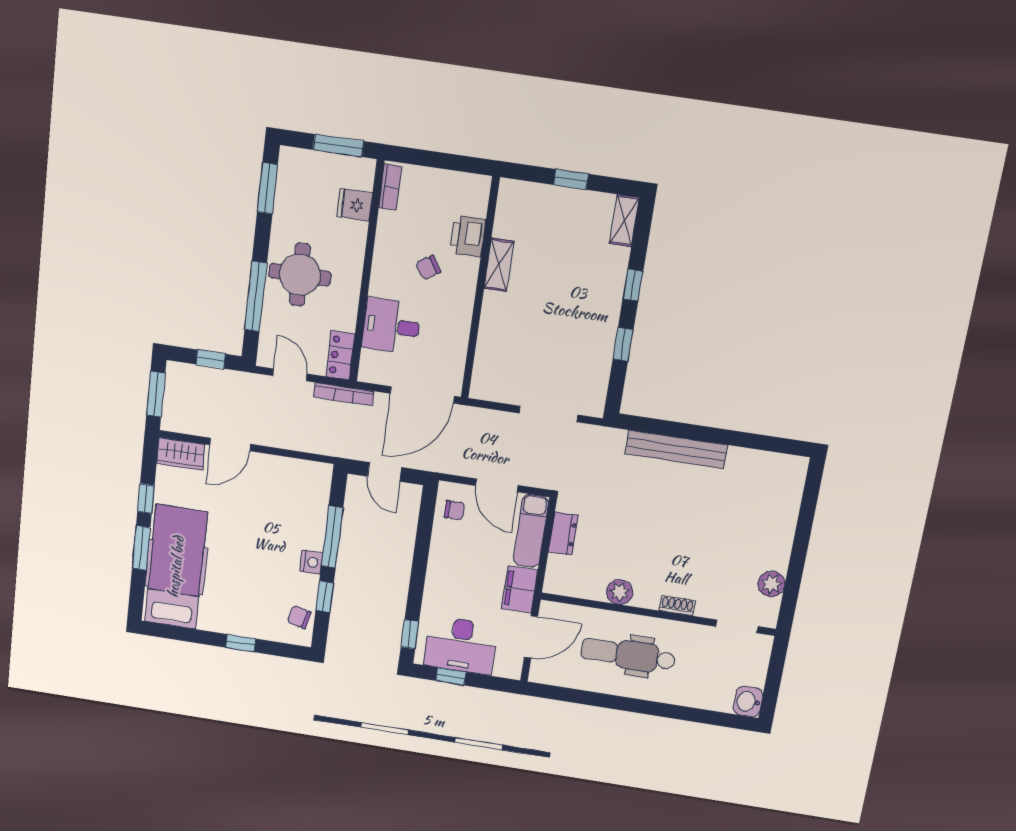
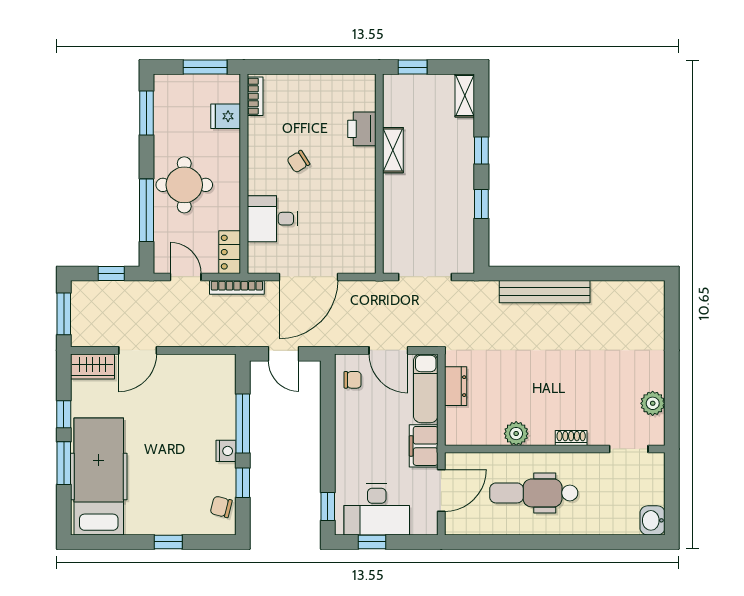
printer: (468, 236) -> (362, 129), moved
shelving: (499, 265) -> (393, 150), moved
wall: (480, 289) -> (379, 174), moved

